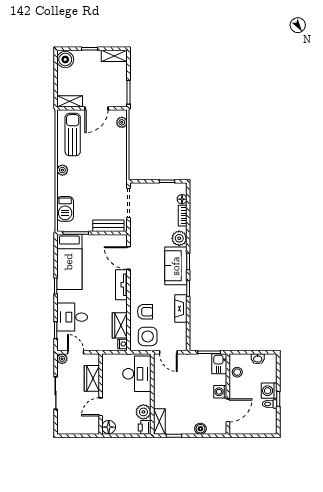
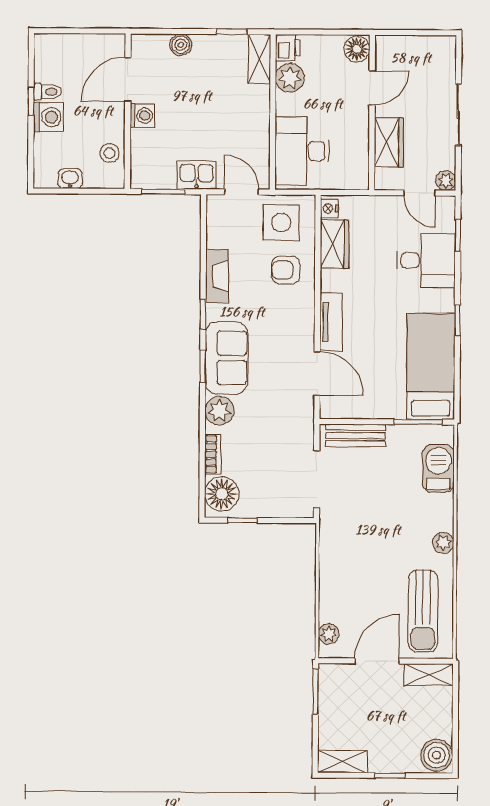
floor lamp: (182, 199) -> (222, 494), width x1.89, depth x1.89
kitchen sink: (219, 364) -> (197, 175), moved, turned -90

